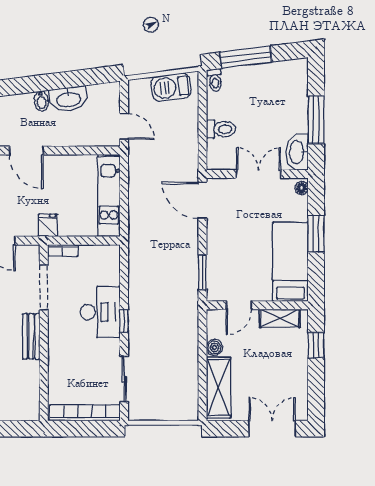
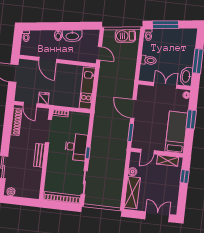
door: (202, 200) -> (133, 109), moved
fridge: (48, 225) -> (44, 98), moved

